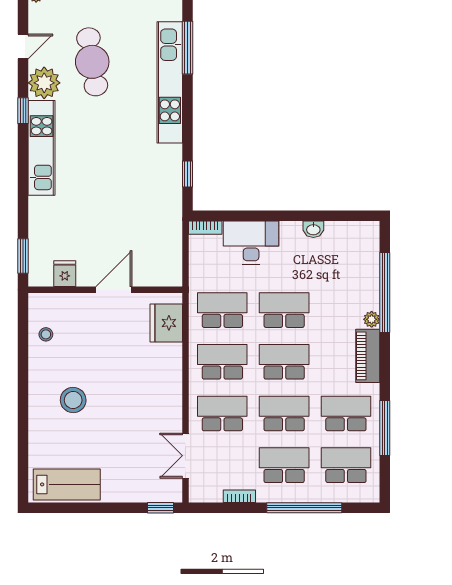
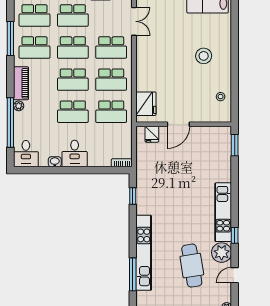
desk: (360, 242) -> (26, 154), added
desk: (251, 243) -> (75, 153), moved, width x0.73
fridge: (65, 274) -> (152, 134), moved

